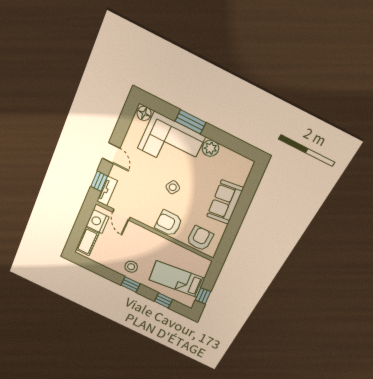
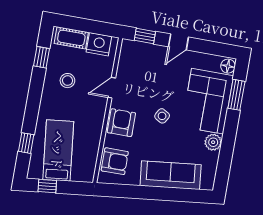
window: (190, 122) -> (236, 95), moved
tv unit: (107, 191) -> (137, 47), removed
sofa: (225, 202) -> (171, 175), width x1.36
door: (121, 215) -> (112, 88), moved
stool: (131, 267) -> (67, 81), moved
window: (131, 285) -> (41, 57), moved

